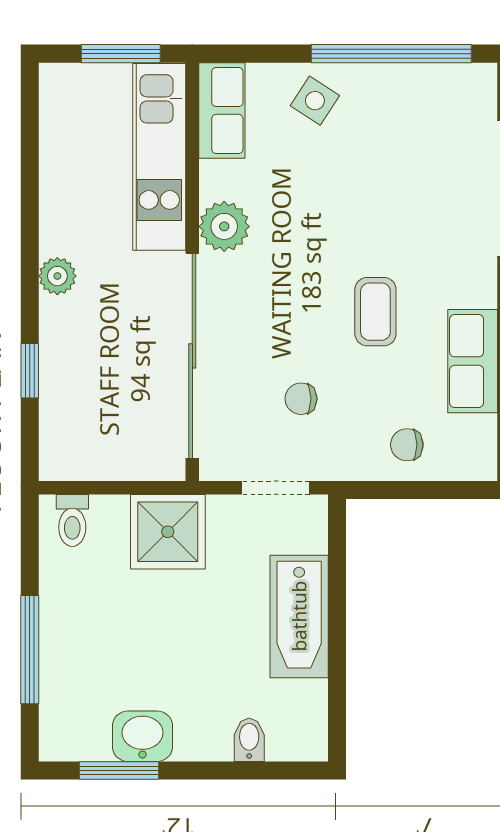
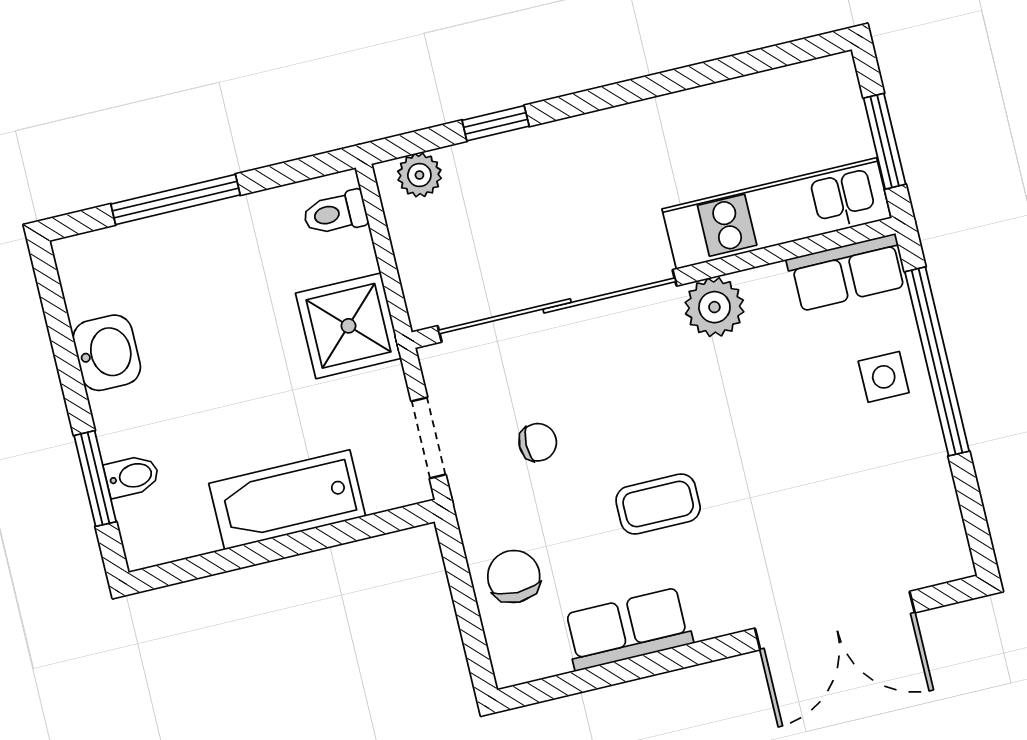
window: (391, 54) -> (937, 361), moved
side table: (315, 101) -> (884, 377), turned -33
plant: (57, 276) -> (419, 175), moved
chair: (301, 399) -> (538, 442), turned 90
chair: (407, 445) -> (514, 577), width x1.37, depth x1.37
window: (119, 771) -> (95, 479), moved

